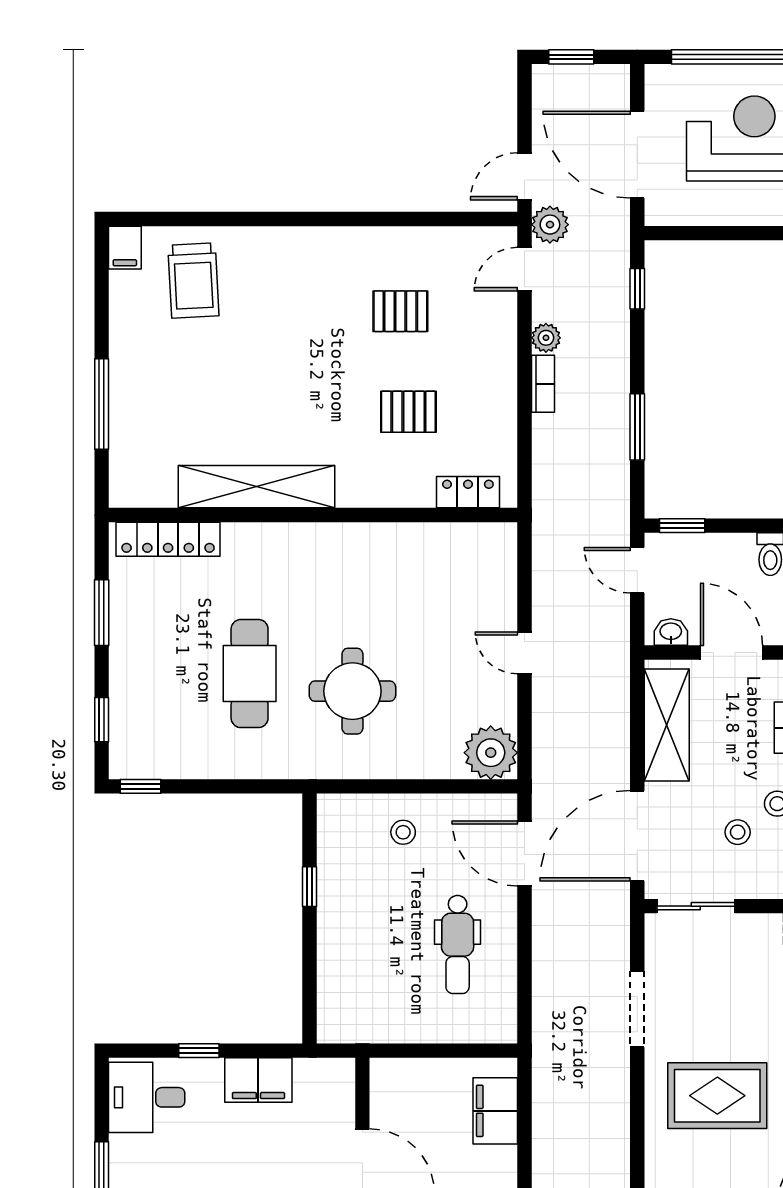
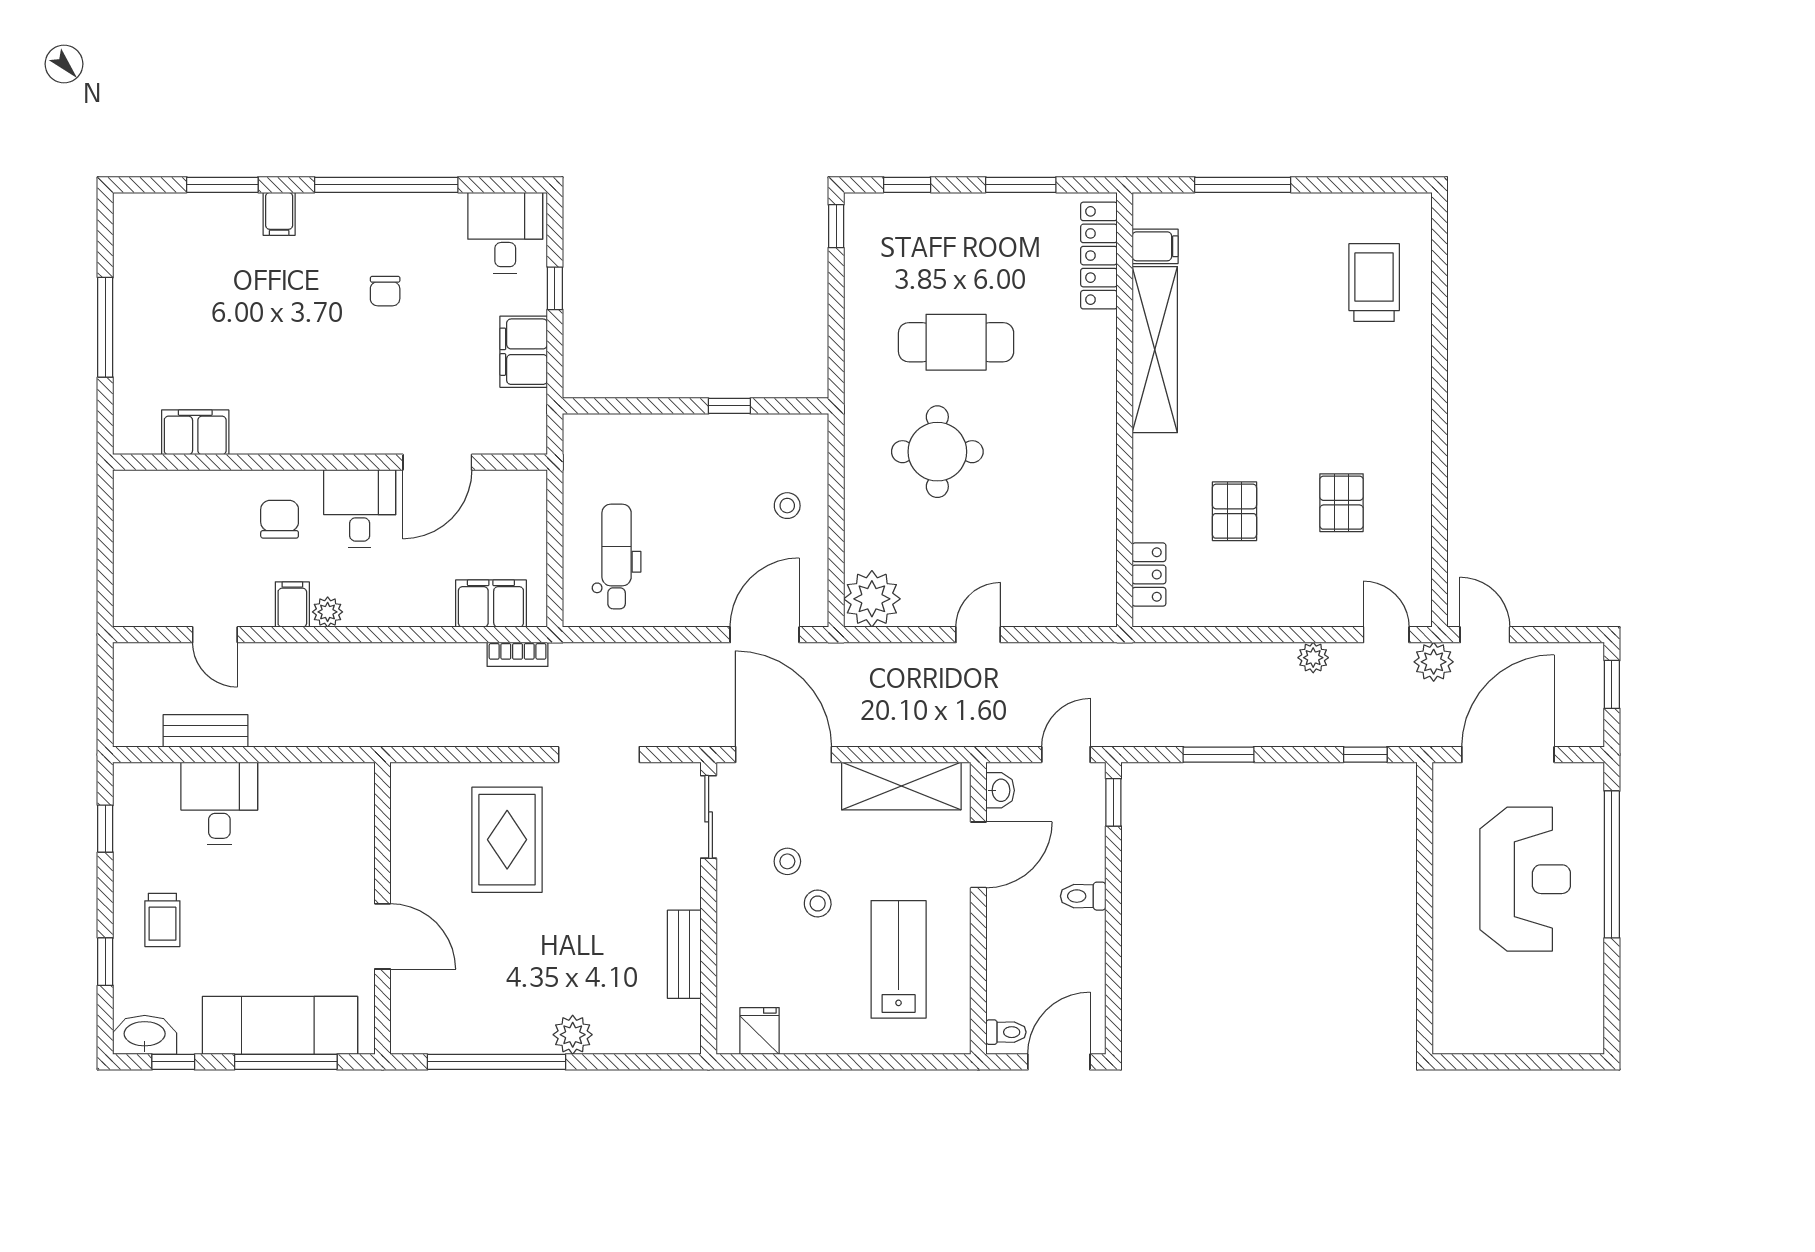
filing cabinet: (125, 248) -> (1155, 246), moved, turned 180
trolley: (193, 281) -> (1374, 283), turned 93
bookcase: (543, 384) -> (518, 654), moved
dental chair: (458, 944) -> (617, 556), moved, turned 90

